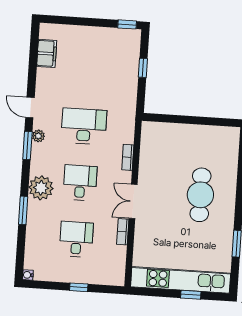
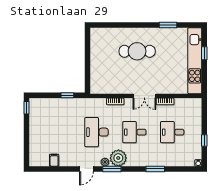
filing cabinet: (47, 53) -> (54, 160), width x0.50
window: (143, 68) -> (67, 95), moved
plant: (41, 188) -> (118, 158), moved
window: (79, 287) -> (204, 141), moved

